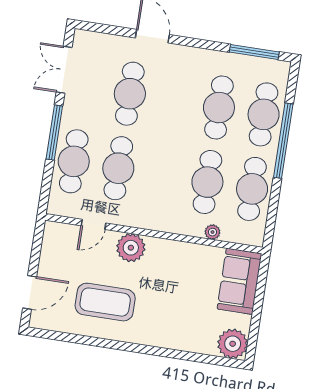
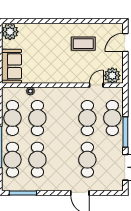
plant: (131, 248) -> (112, 76), moved
coffee table: (105, 302) -> (83, 44), width x0.73, depth x0.76

